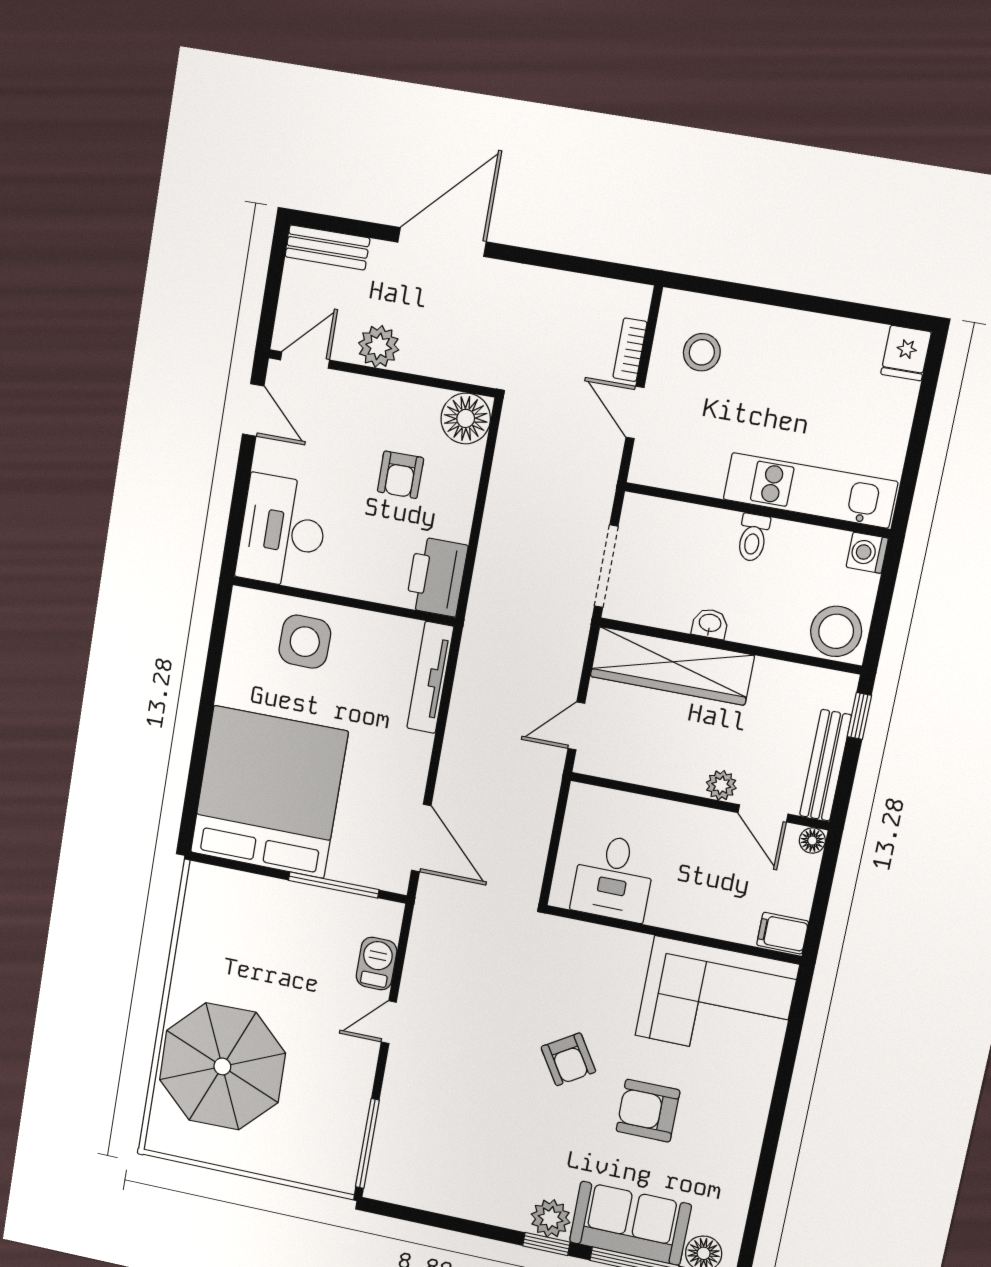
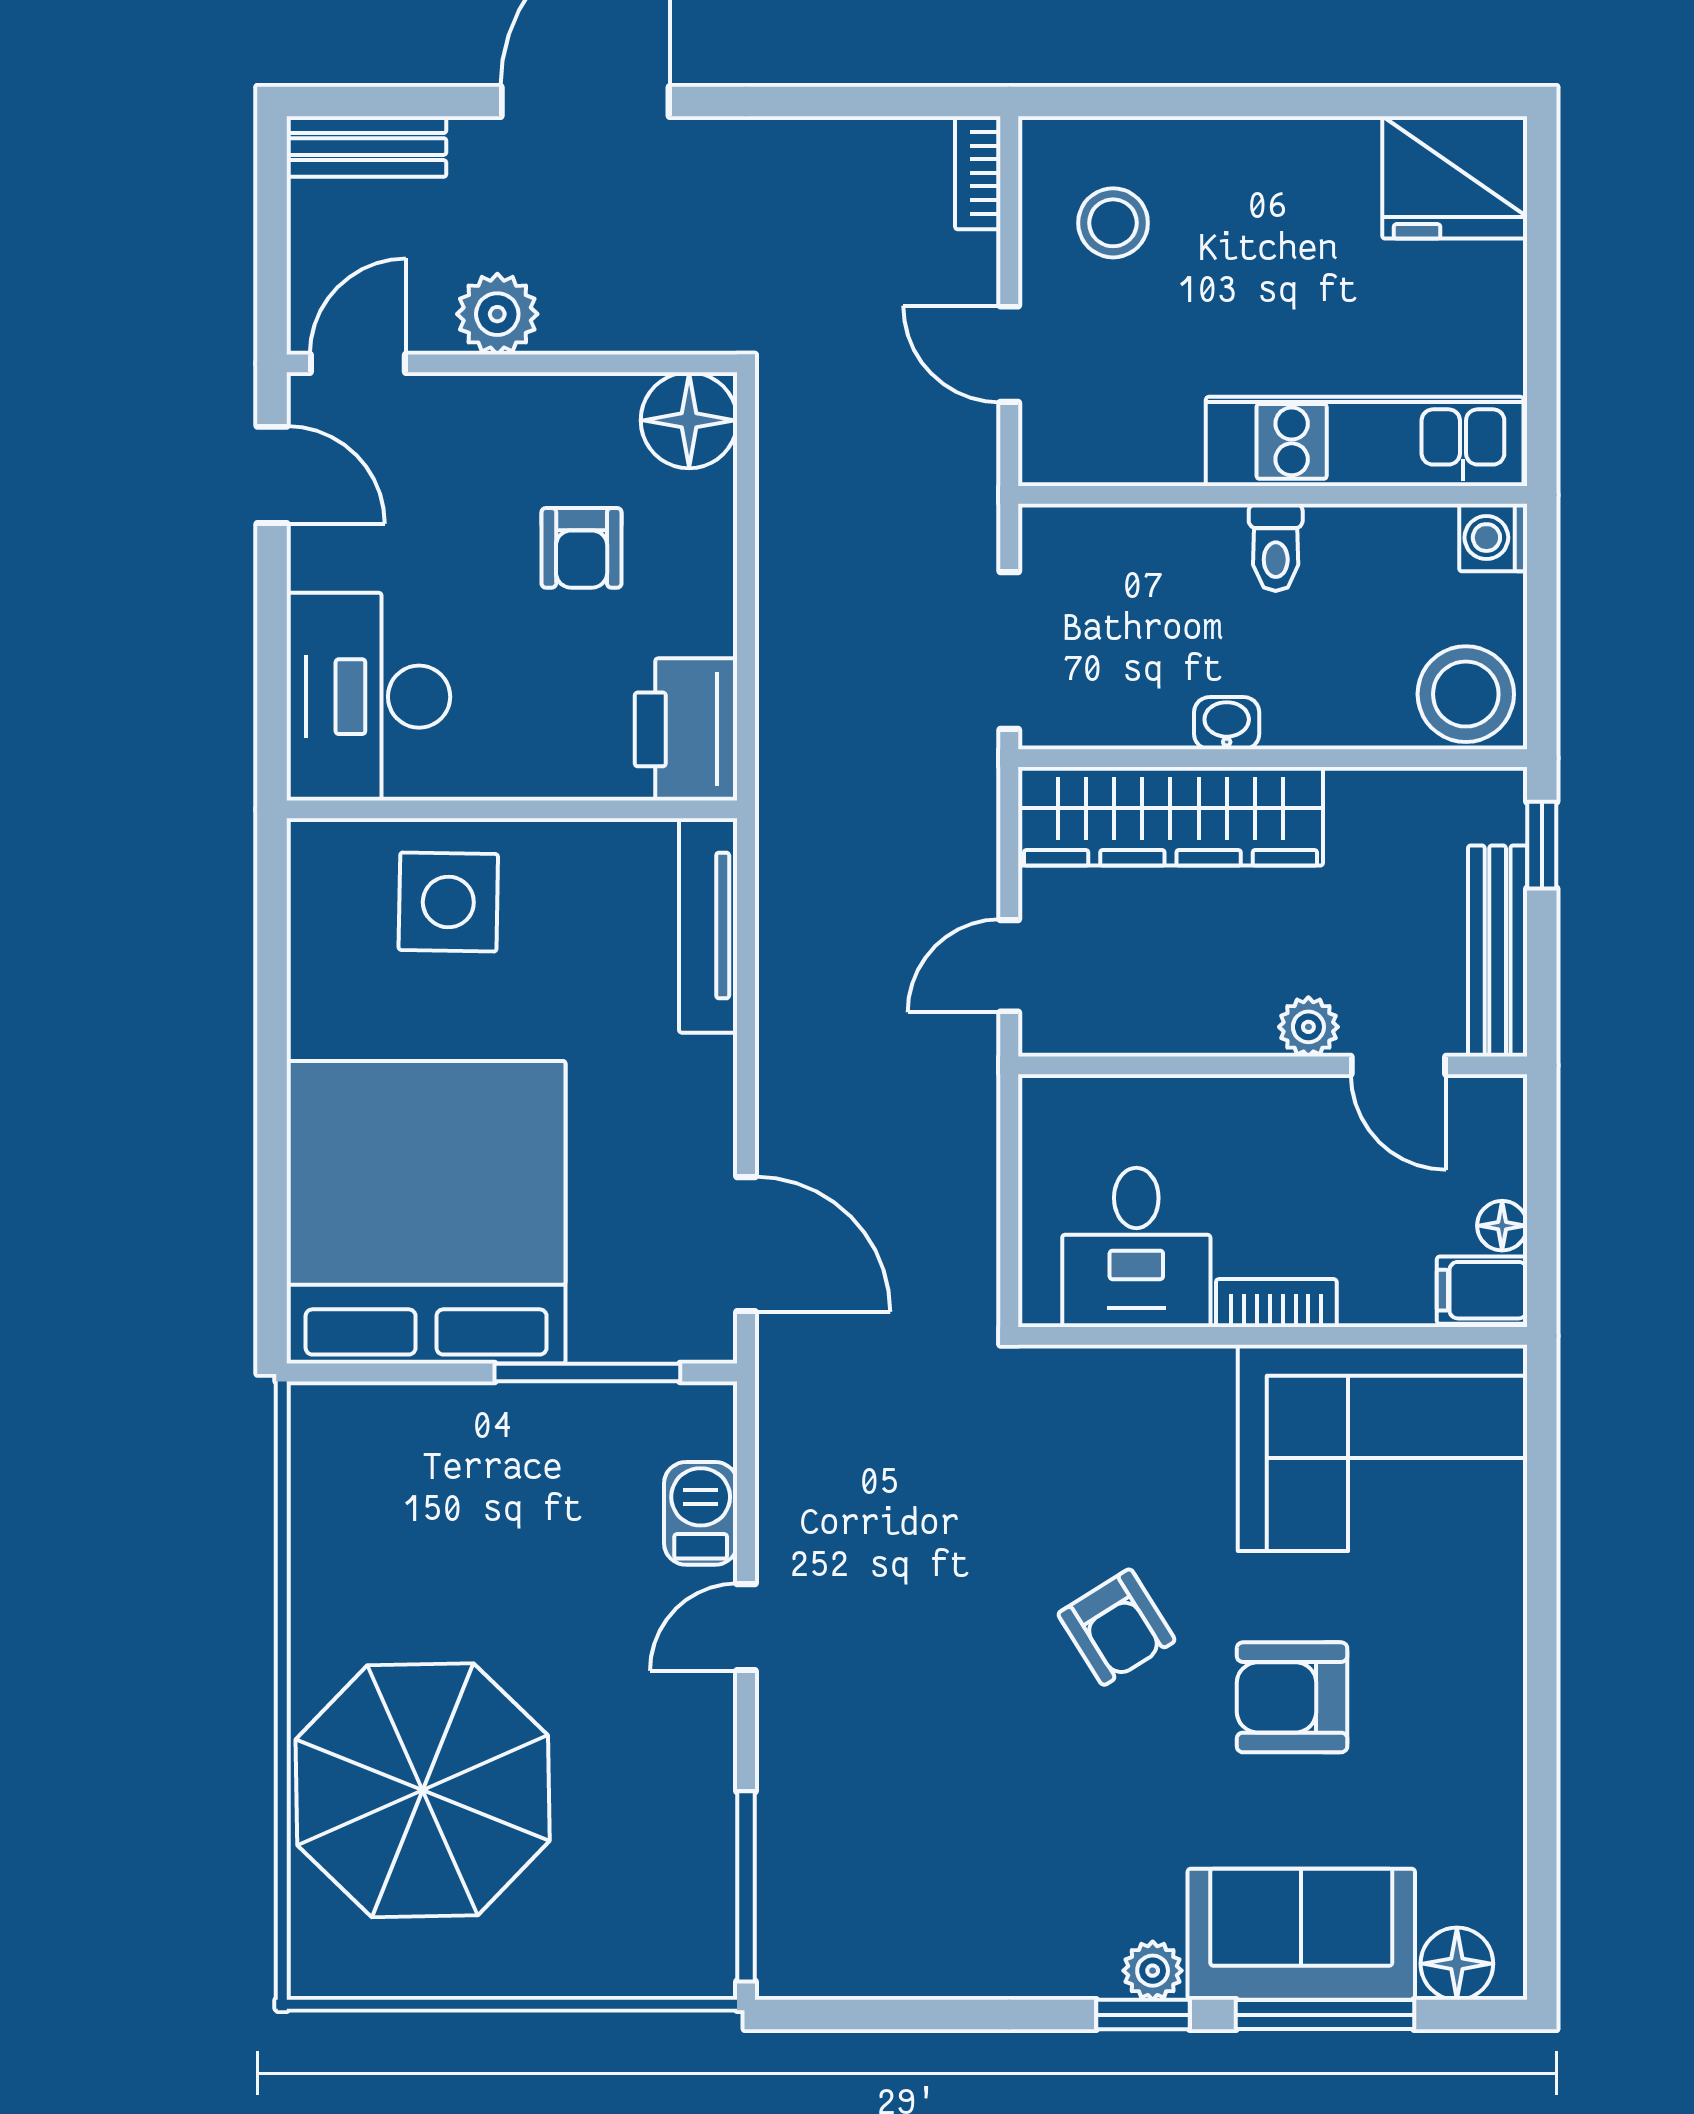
bookcase: (630, 350) -> (978, 173), moved
fridge: (906, 353) -> (1455, 177), width x1.88, depth x1.34
floor lamp: (812, 841) -> (1502, 1226), moved
bookcase: (678, 919) -> (1276, 1303), added
plant: (551, 1218) -> (1153, 1971), width x0.73, depth x0.73

